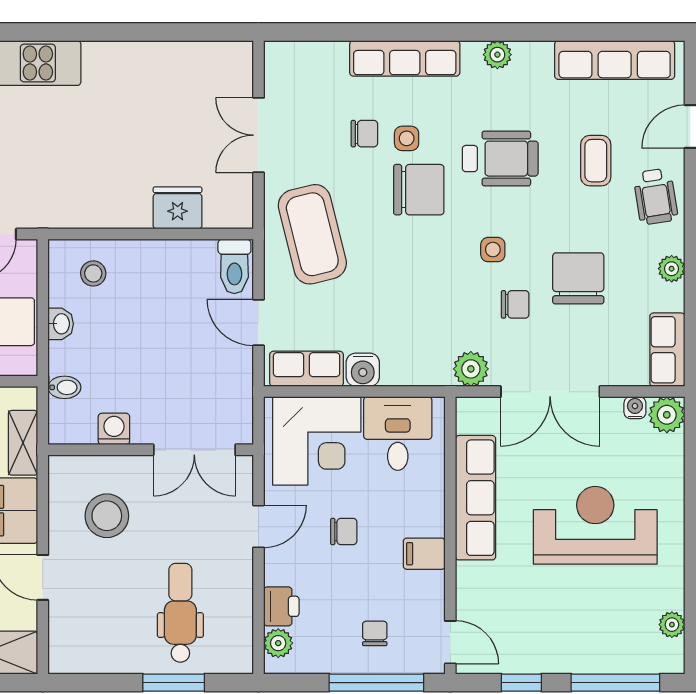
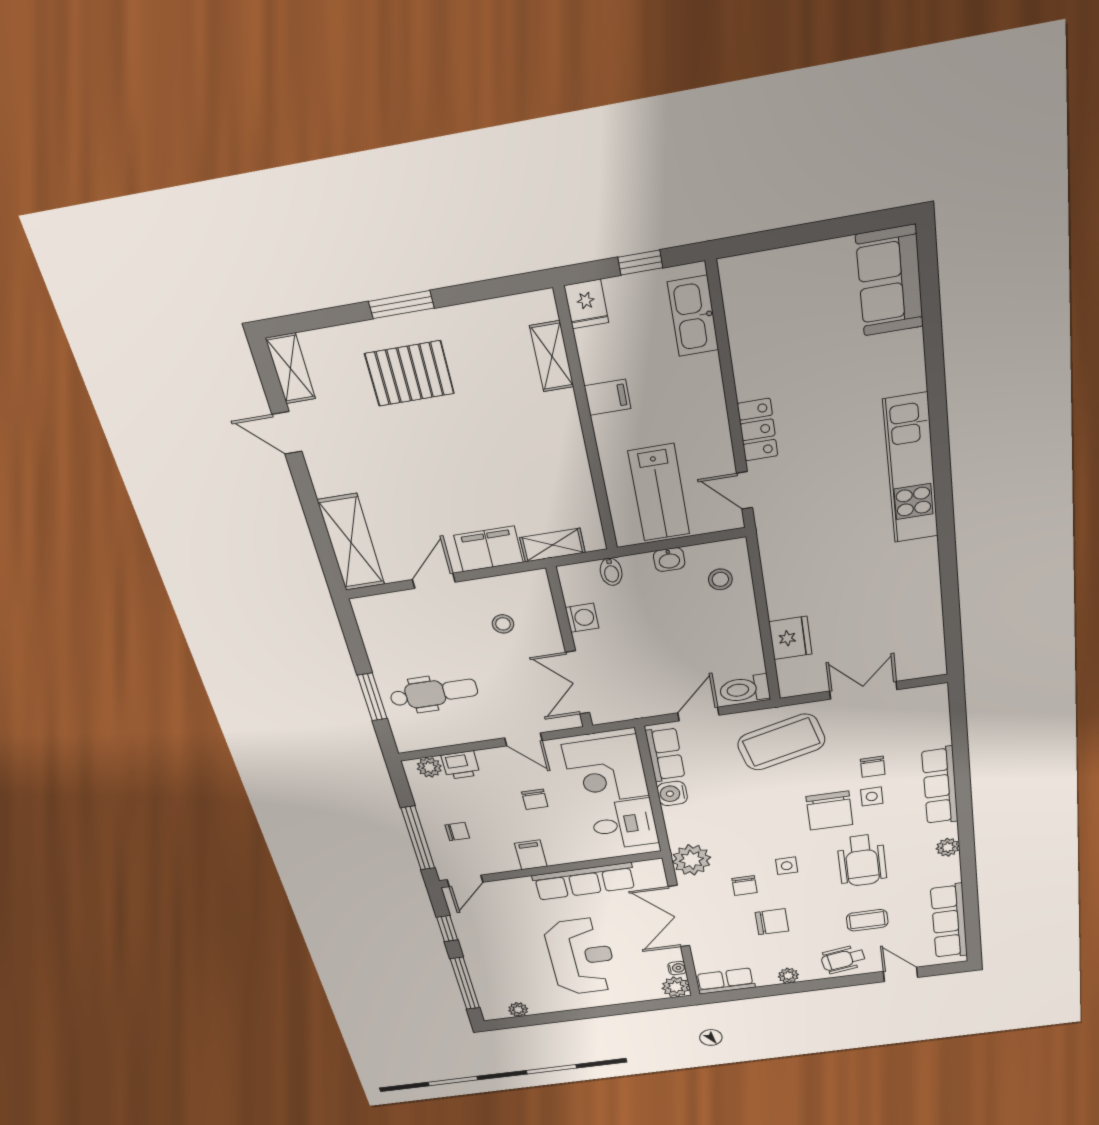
chair: (578, 278) -> (772, 922), width x0.73, depth x0.73
plant: (471, 369) -> (691, 860), width x1.36, depth x1.36
stool: (107, 516) -> (503, 624), width x0.53, depth x0.53

